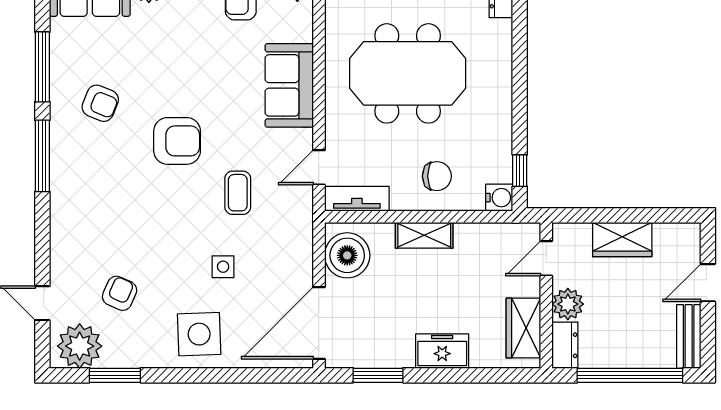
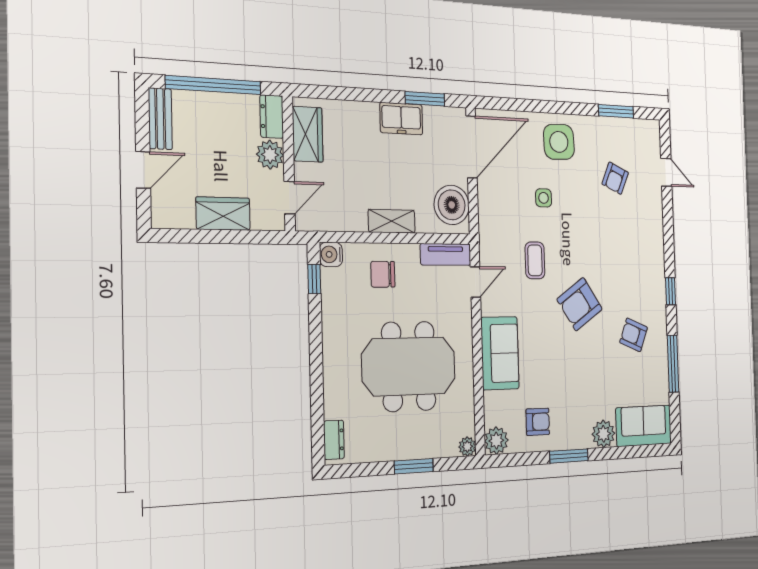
armchair: (177, 141) -> (580, 304), turned -34
window: (42, 156) -> (670, 291), width x0.46
plant: (80, 346) -> (641, 137), removed
freezer: (442, 351) -> (401, 119), moved

